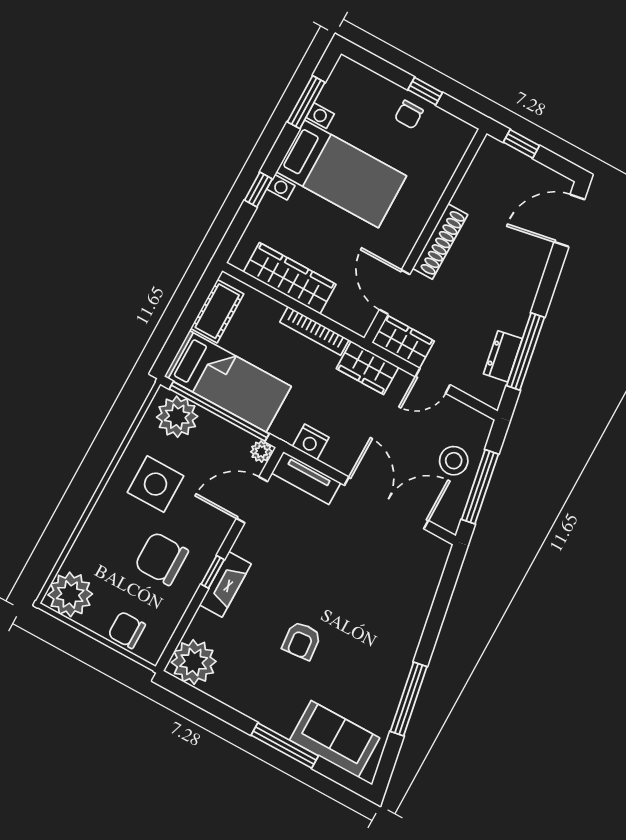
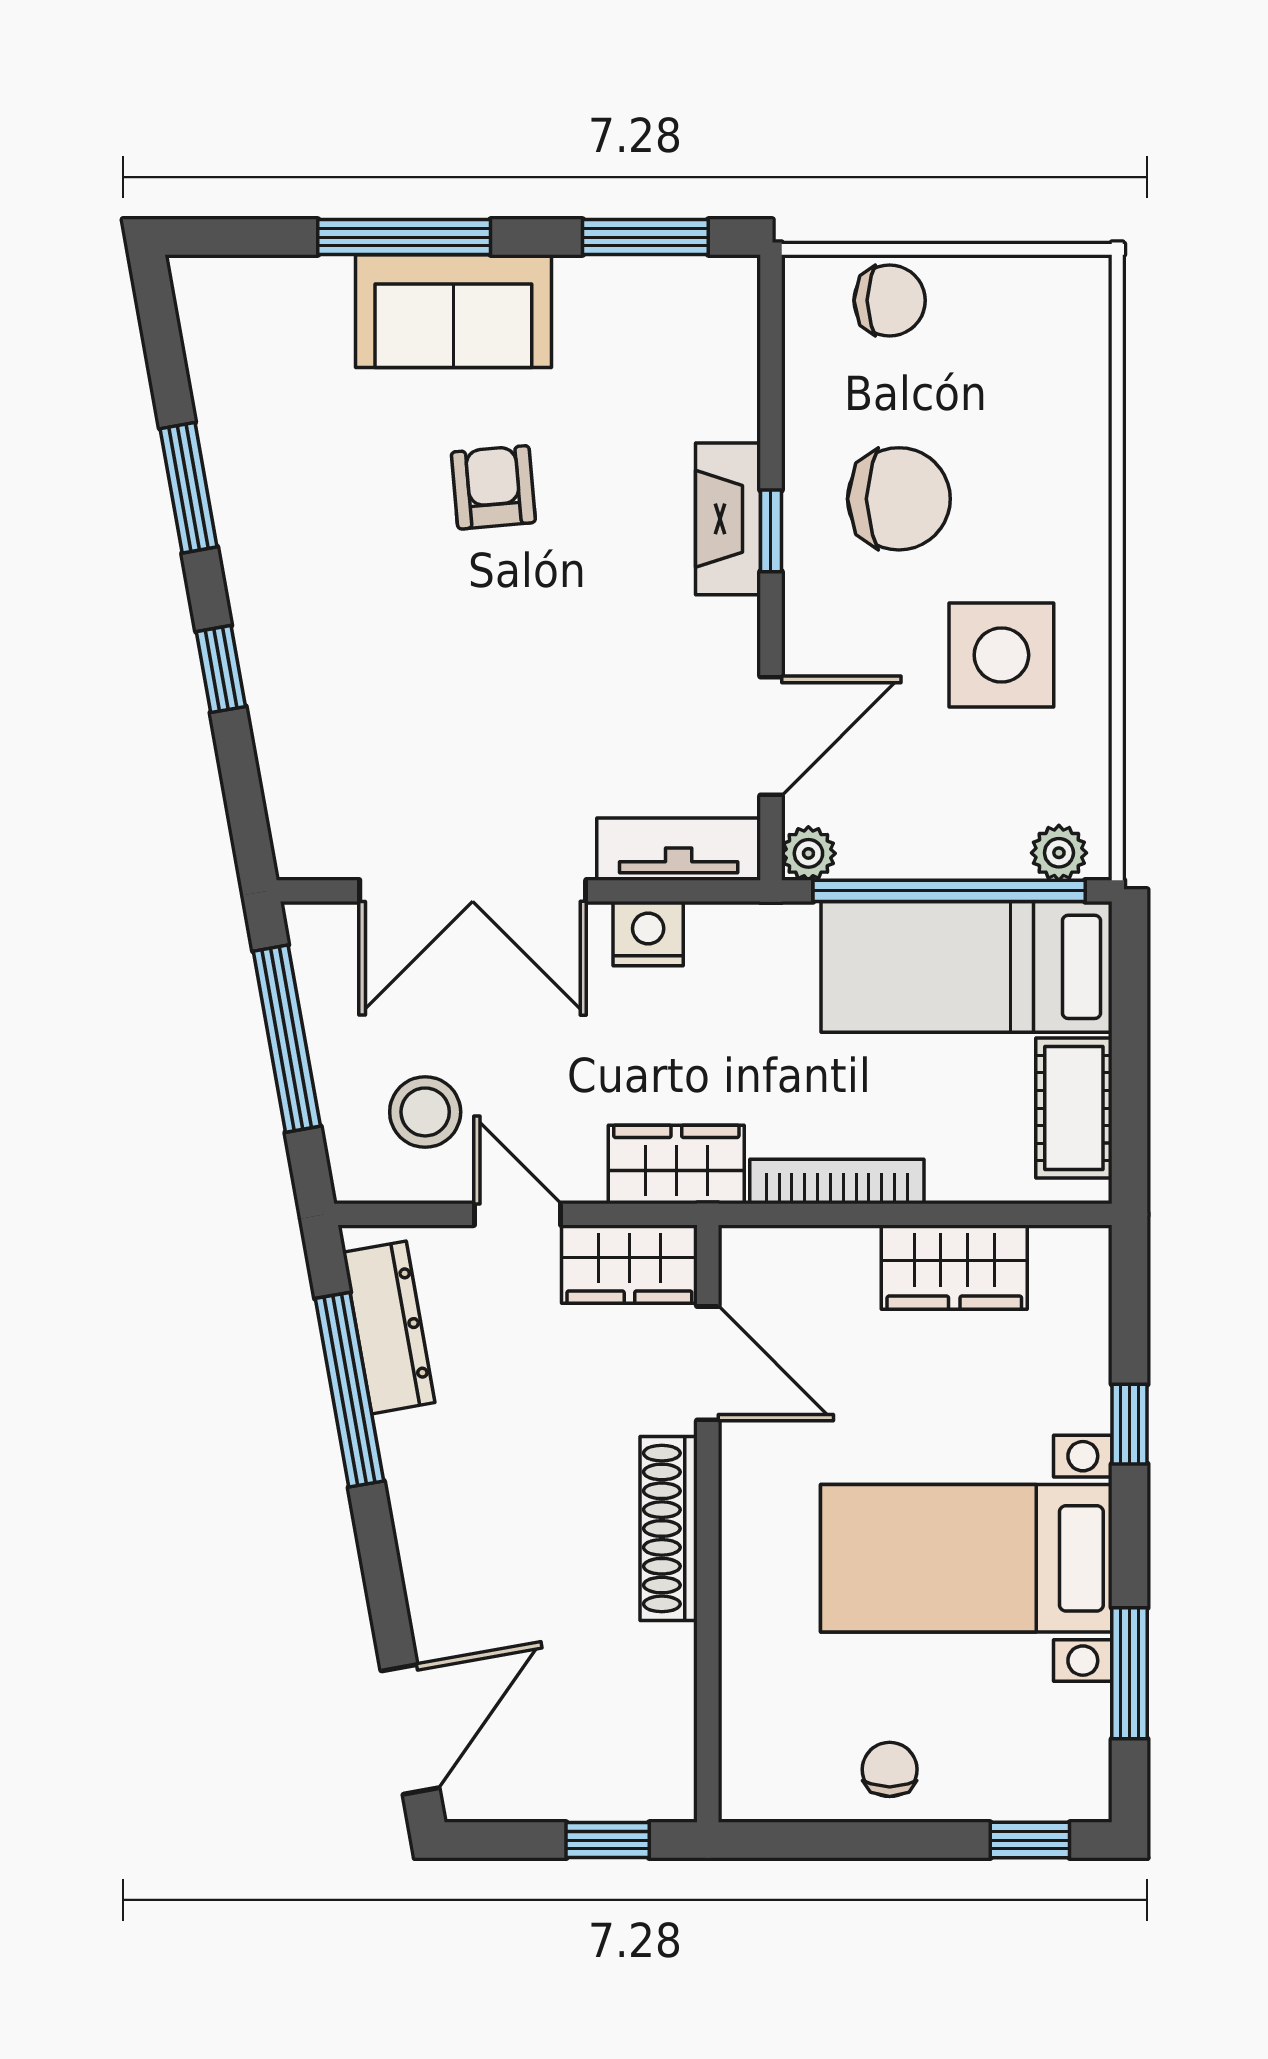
window: (425, 91) -> (1030, 1840), moved
wardrobe: (290, 278) -> (954, 1267), width x0.67
dresser: (503, 356) -> (389, 1327), width x1.44
door: (433, 381) -> (518, 1214), hinge flipped
plant: (177, 417) -> (1059, 853), width x0.53, depth x0.53
nightstand: (311, 442) -> (648, 934), moved
stool: (454, 461) -> (425, 1112), moved
plant: (70, 594) -> (1056, 311), removed
window: (432, 629) -> (221, 669), added
plant: (194, 662) -> (704, 311), removed
window: (200, 699) -> (645, 237), added
window: (409, 699) -> (189, 488), width x0.69
sofa: (335, 739) -> (453, 311), moved

